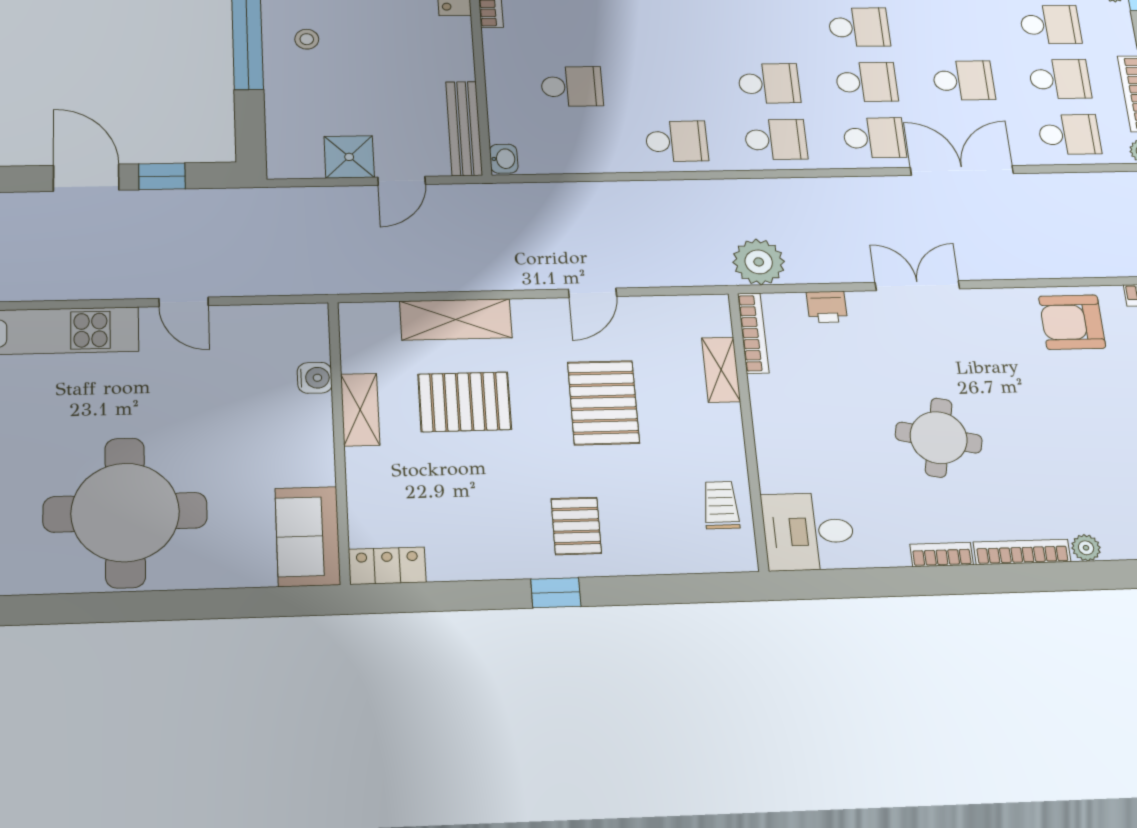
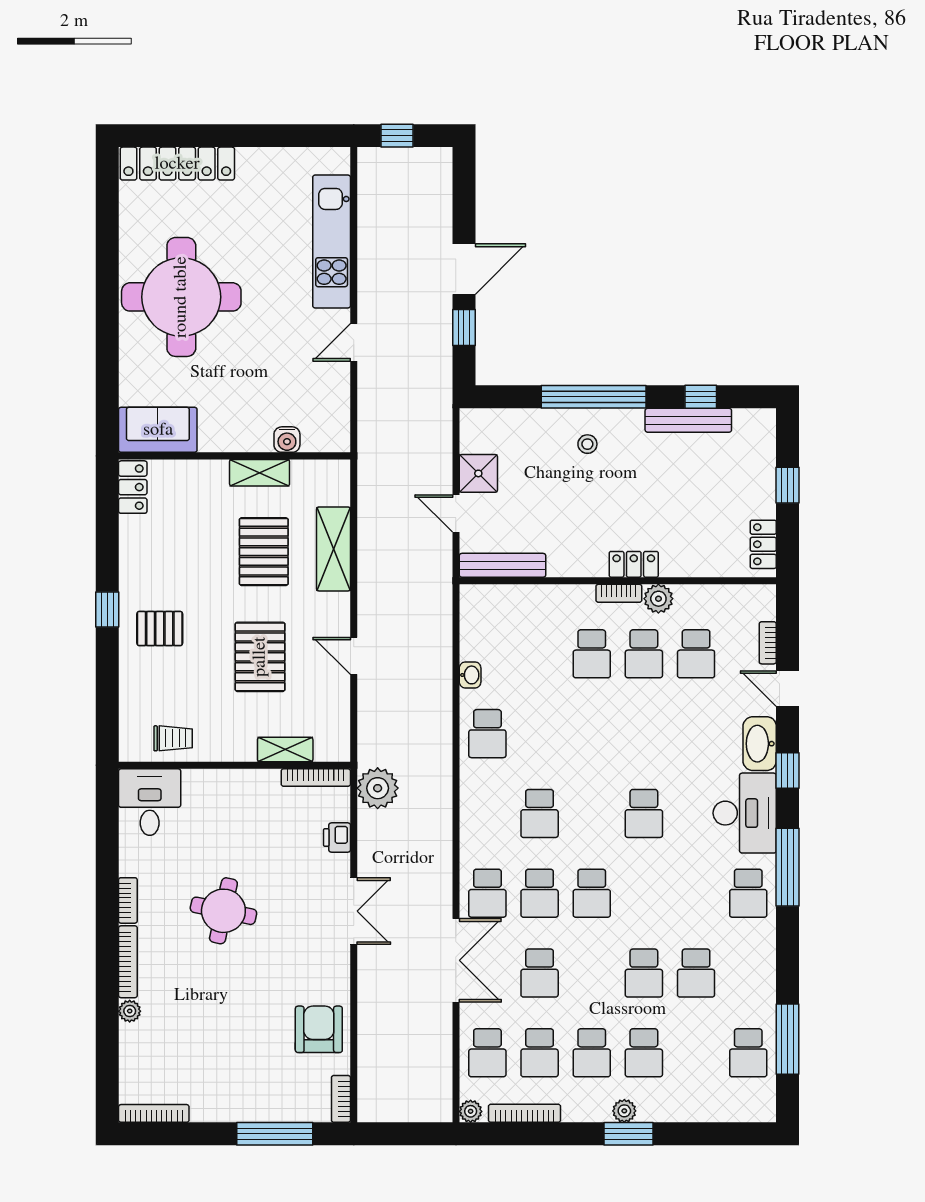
school desk: (572, 86) -> (592, 654), moved
school desk: (776, 140) -> (487, 813), removed
washbasin: (504, 159) -> (470, 675), moved, turned -90
pallet: (603, 403) -> (260, 657), turned 90

